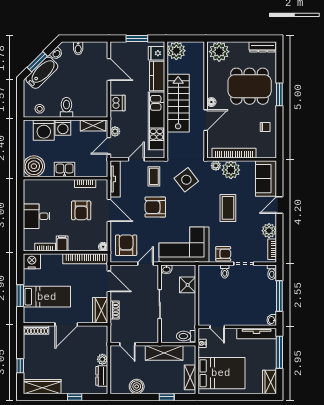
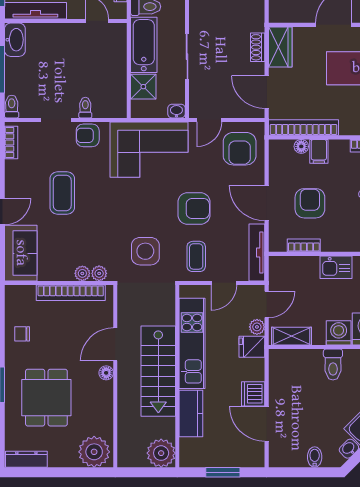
fridge: (157, 53) -> (252, 347), moved, turned 180
dining table: (250, 86) -> (46, 398), width x0.73
dishwasher: (117, 103) -> (253, 394), moved
plant: (231, 170) -> (82, 273), width x0.53, depth x0.53
side table: (186, 180) -> (145, 251), turned 38
coffee table: (228, 208) -> (62, 193), moved
plant: (269, 231) -> (16, 172), removed
filing cabinet: (62, 244) -> (319, 151), moved
floor lamp: (103, 247) -> (301, 146), moved
bathtub: (187, 312) -> (144, 45), added
washbasin: (272, 320) -> (15, 40), width x1.91, depth x1.45

